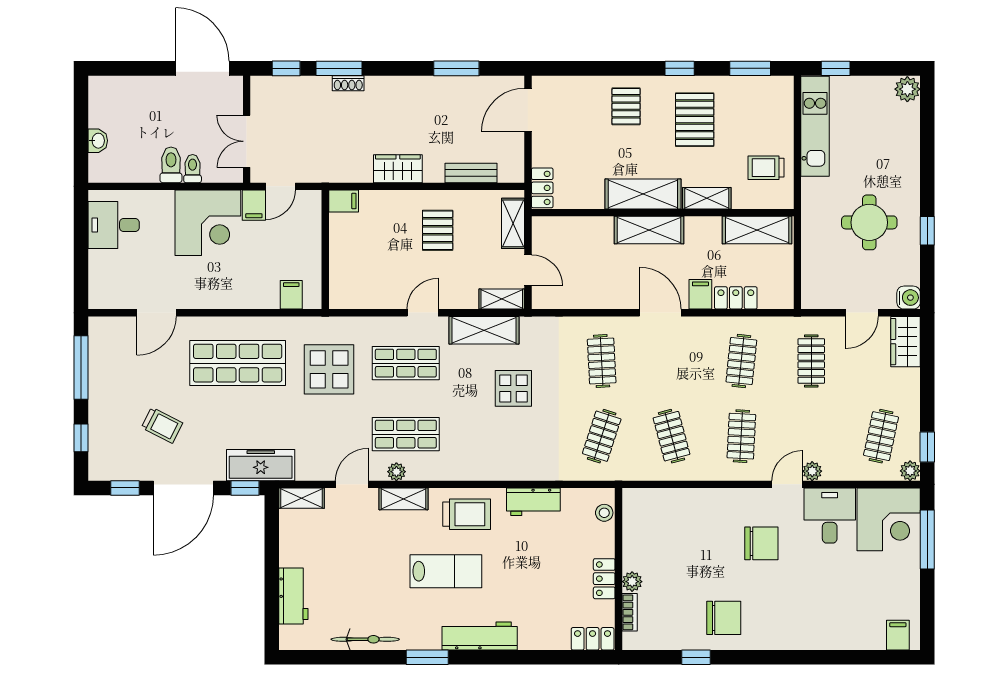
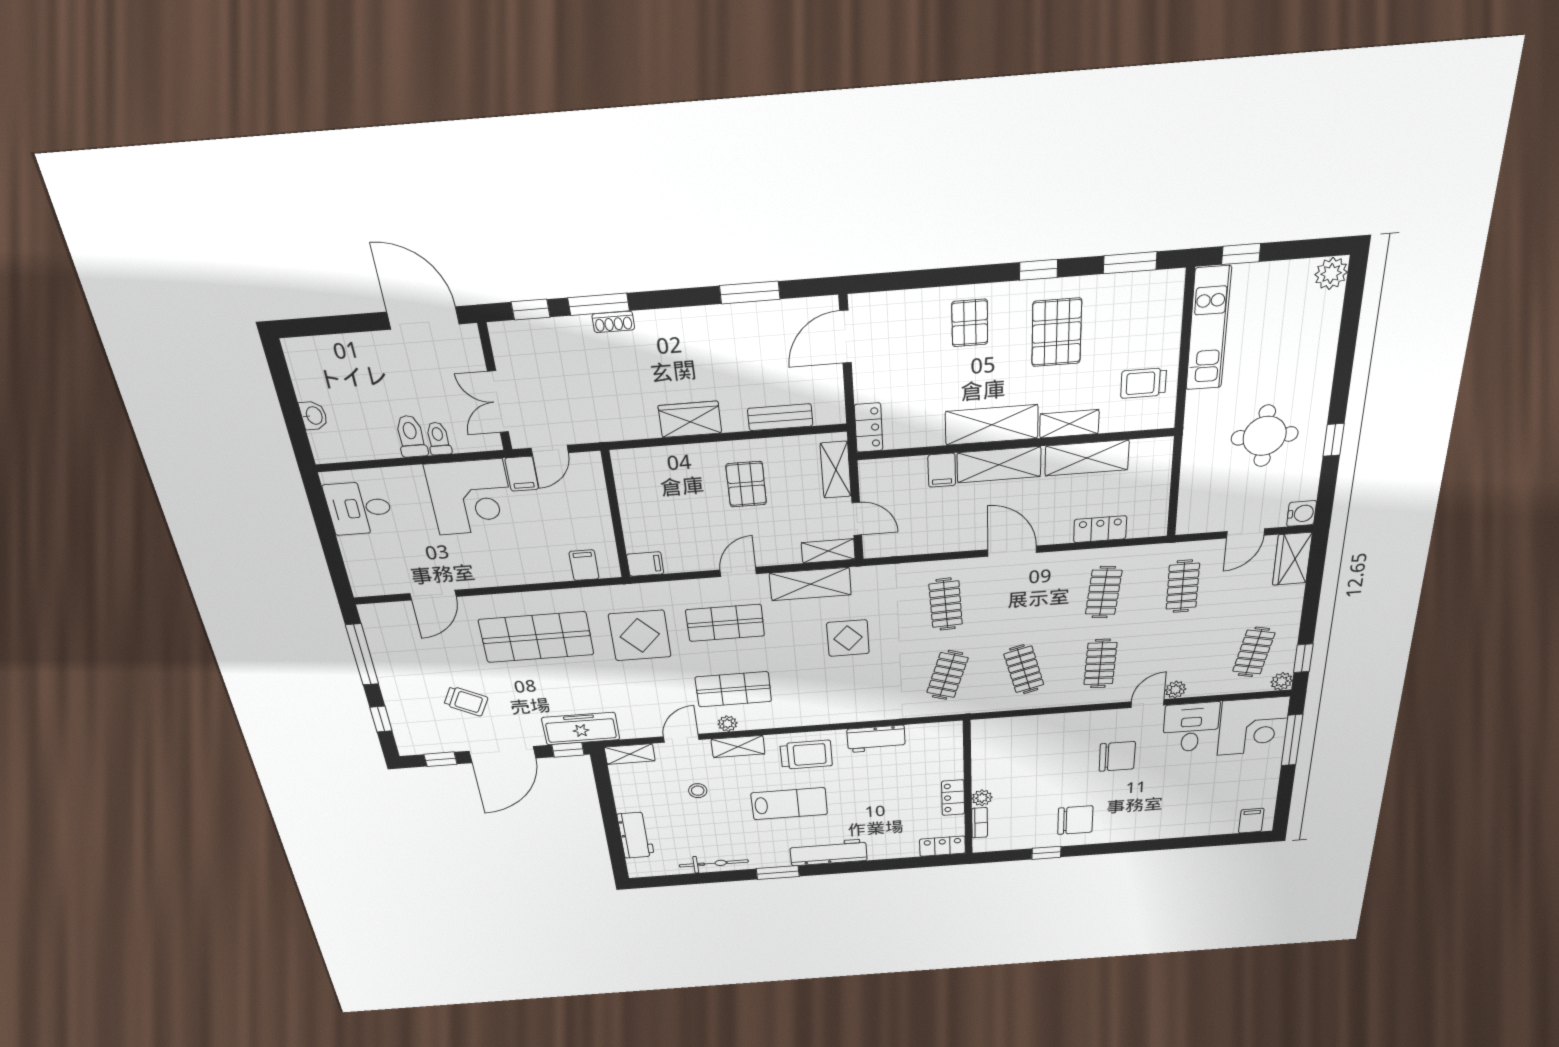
filing cabinet: (344, 201) -> (645, 564), moved
shelving: (757, 230) -> (1087, 458), moved
filing cabinet: (700, 294) -> (942, 470), moved, turned 180
stool: (604, 513) -> (698, 791), moved

